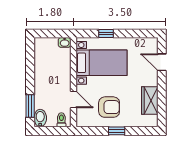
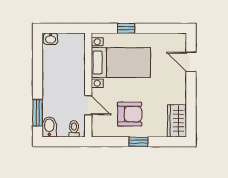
washbasin: (65, 42) -> (51, 39), moved
wardrobe: (150, 101) -> (177, 121), moved

